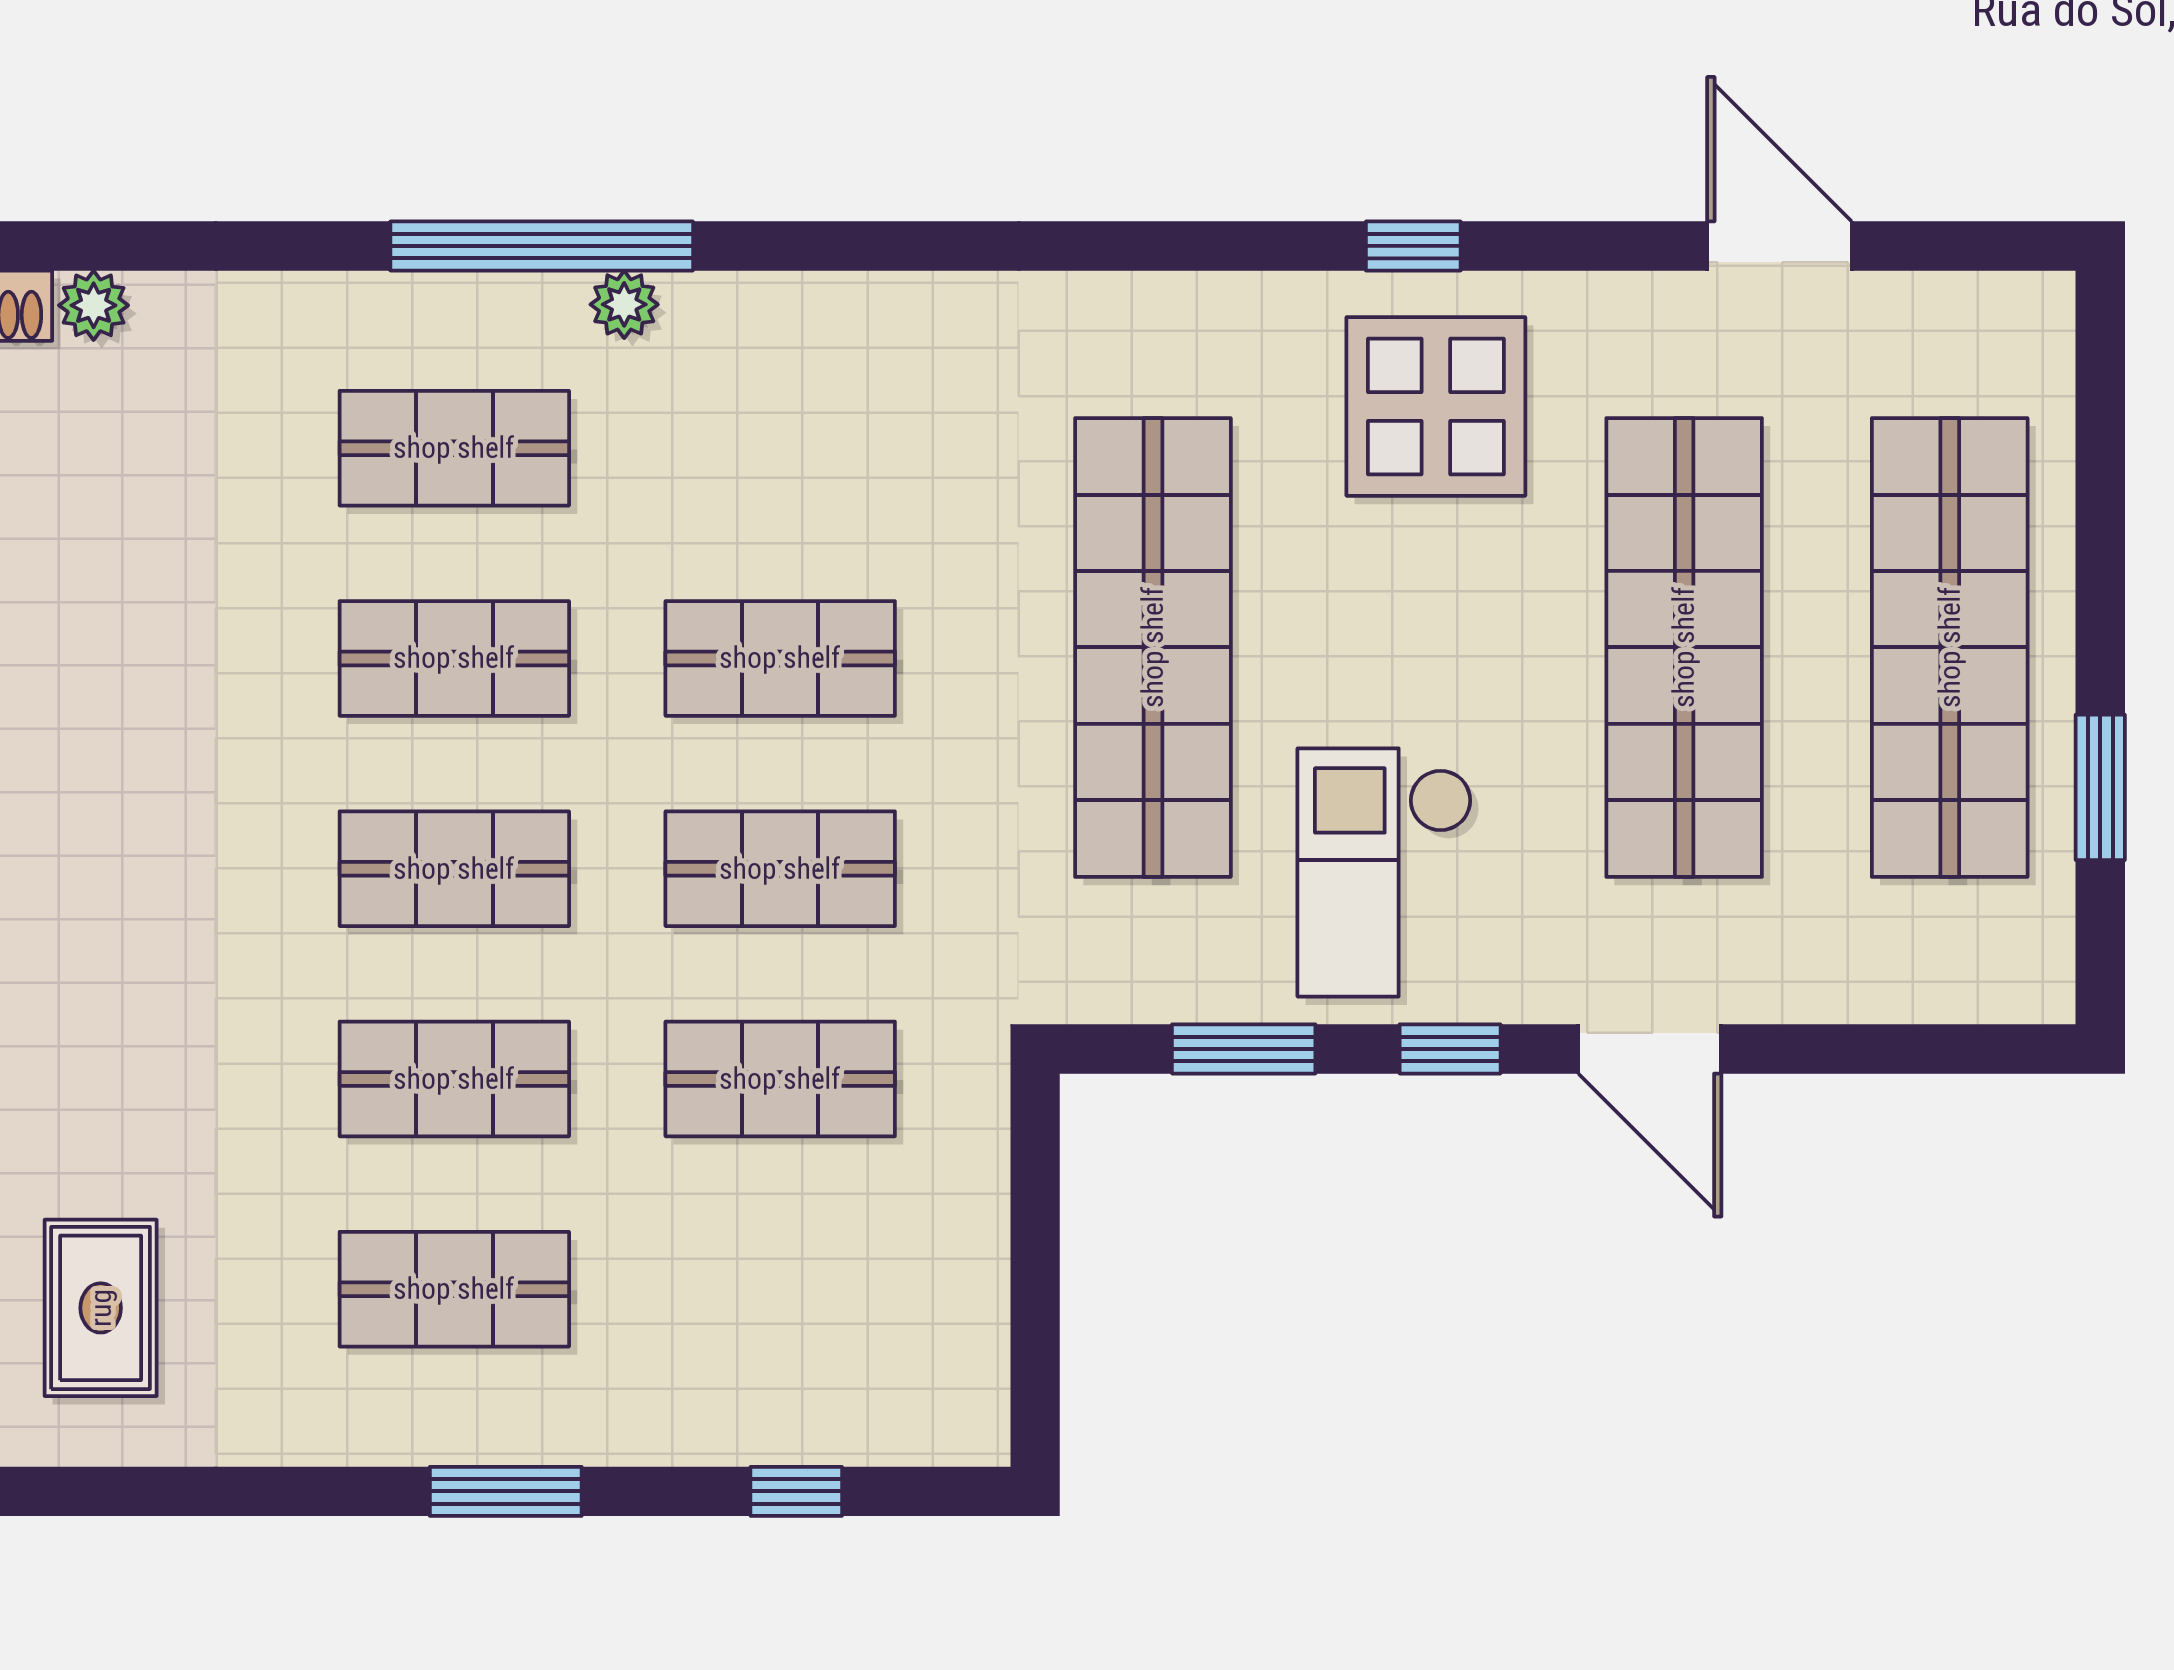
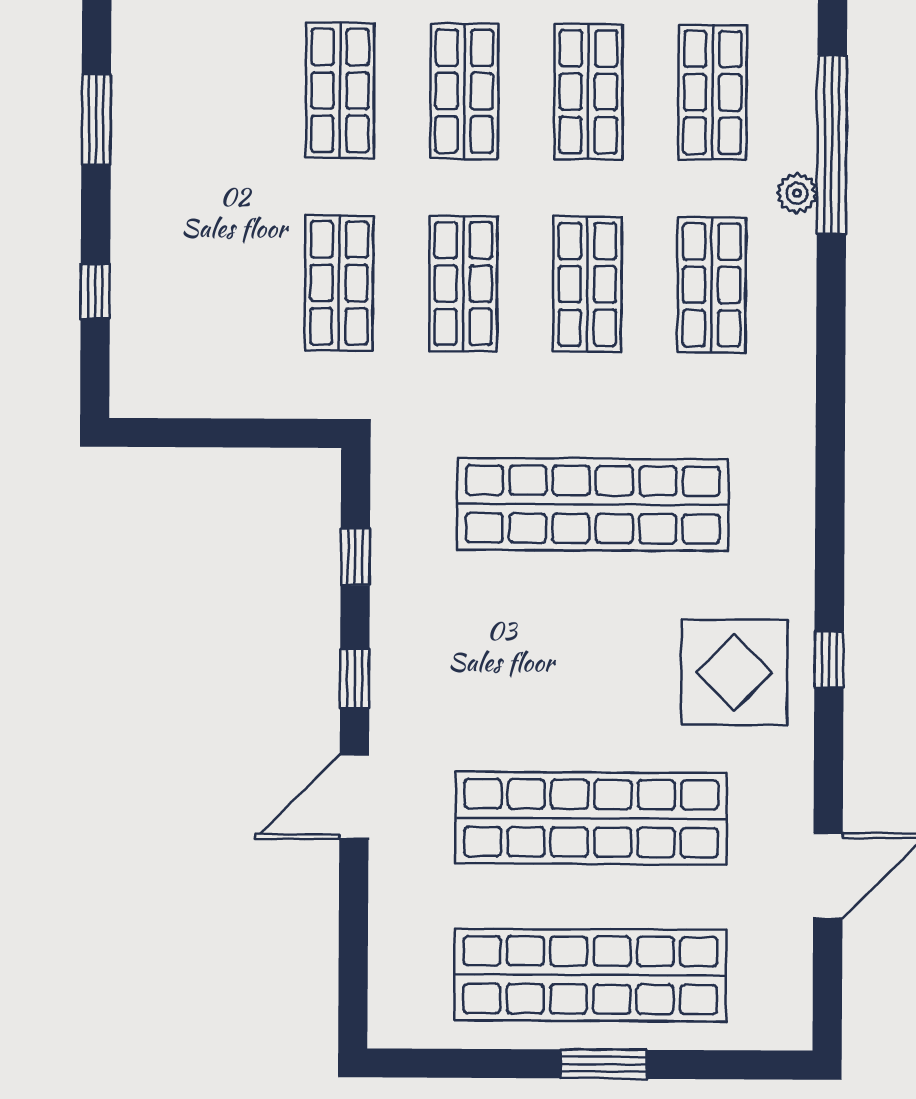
window: (2100, 787) -> (604, 1064), moved
checkout: (1385, 872) -> (459, 641), removed
window: (1244, 1049) -> (355, 557), width x0.67
shop shelf: (454, 1289) -> (712, 285), moved

